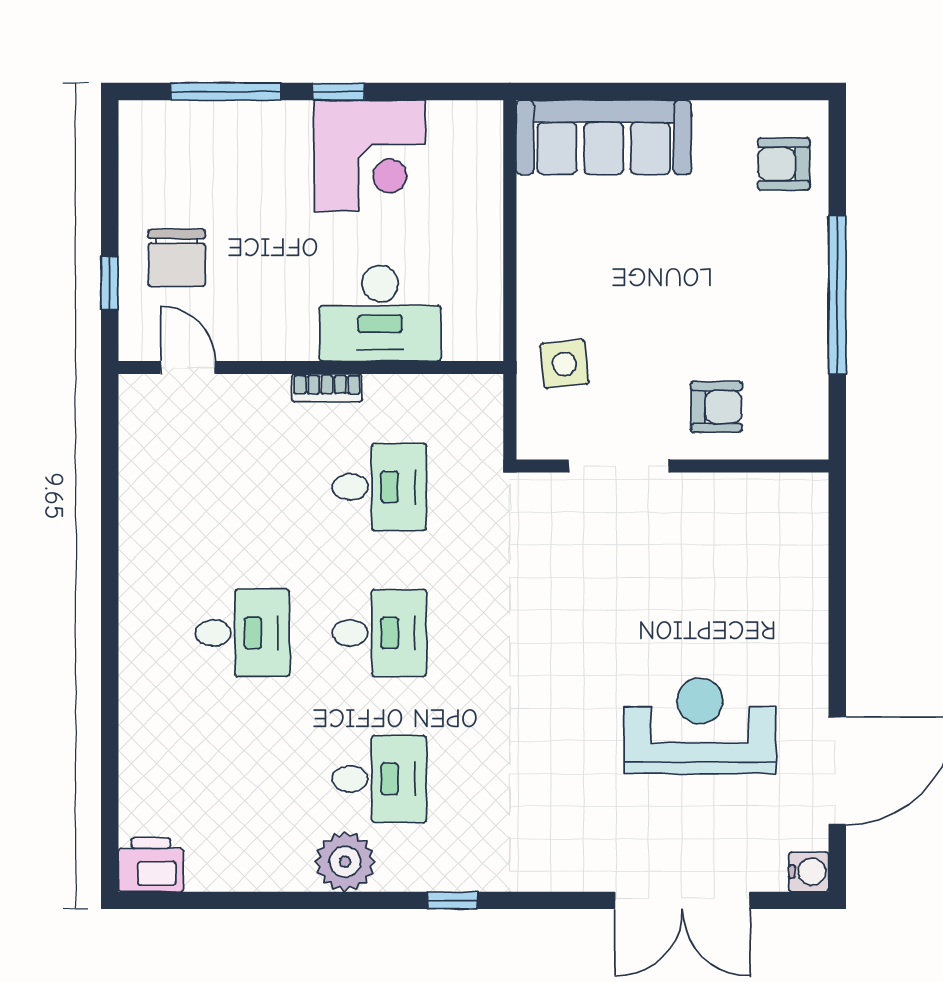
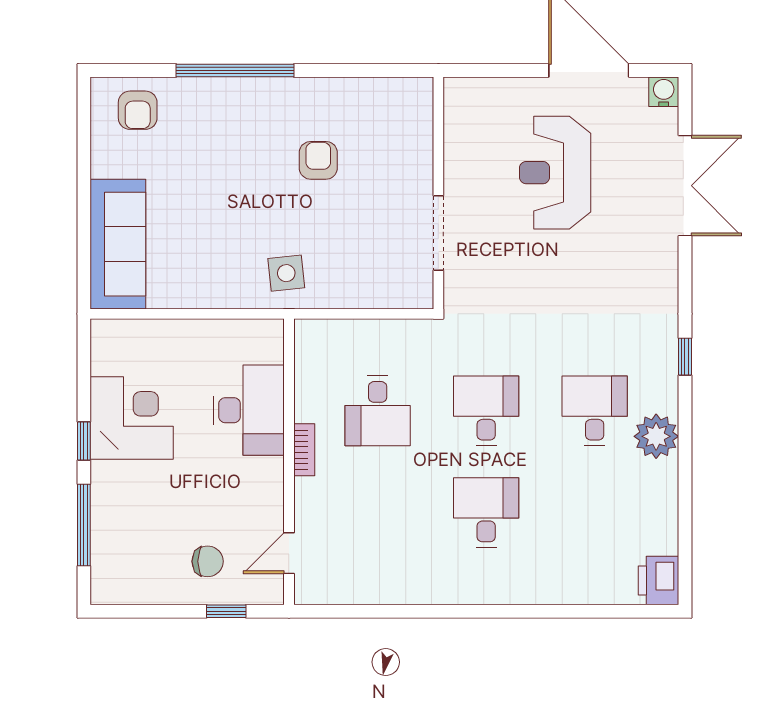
chair: (177, 258) -> (208, 561), width x0.73, depth x0.73
doorway: (619, 466) -> (438, 233), moved
wall: (672, 466) -> (438, 193), moved
desk: (379, 487) -> (378, 411), turned 180

